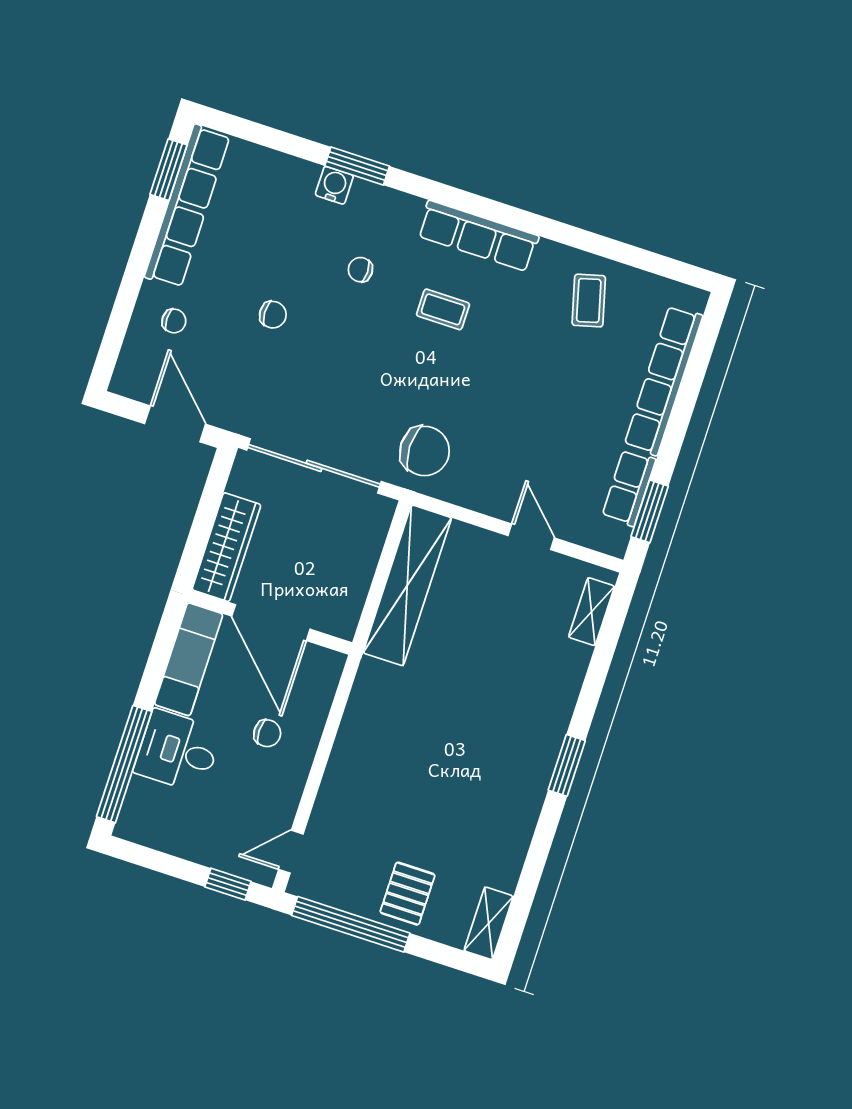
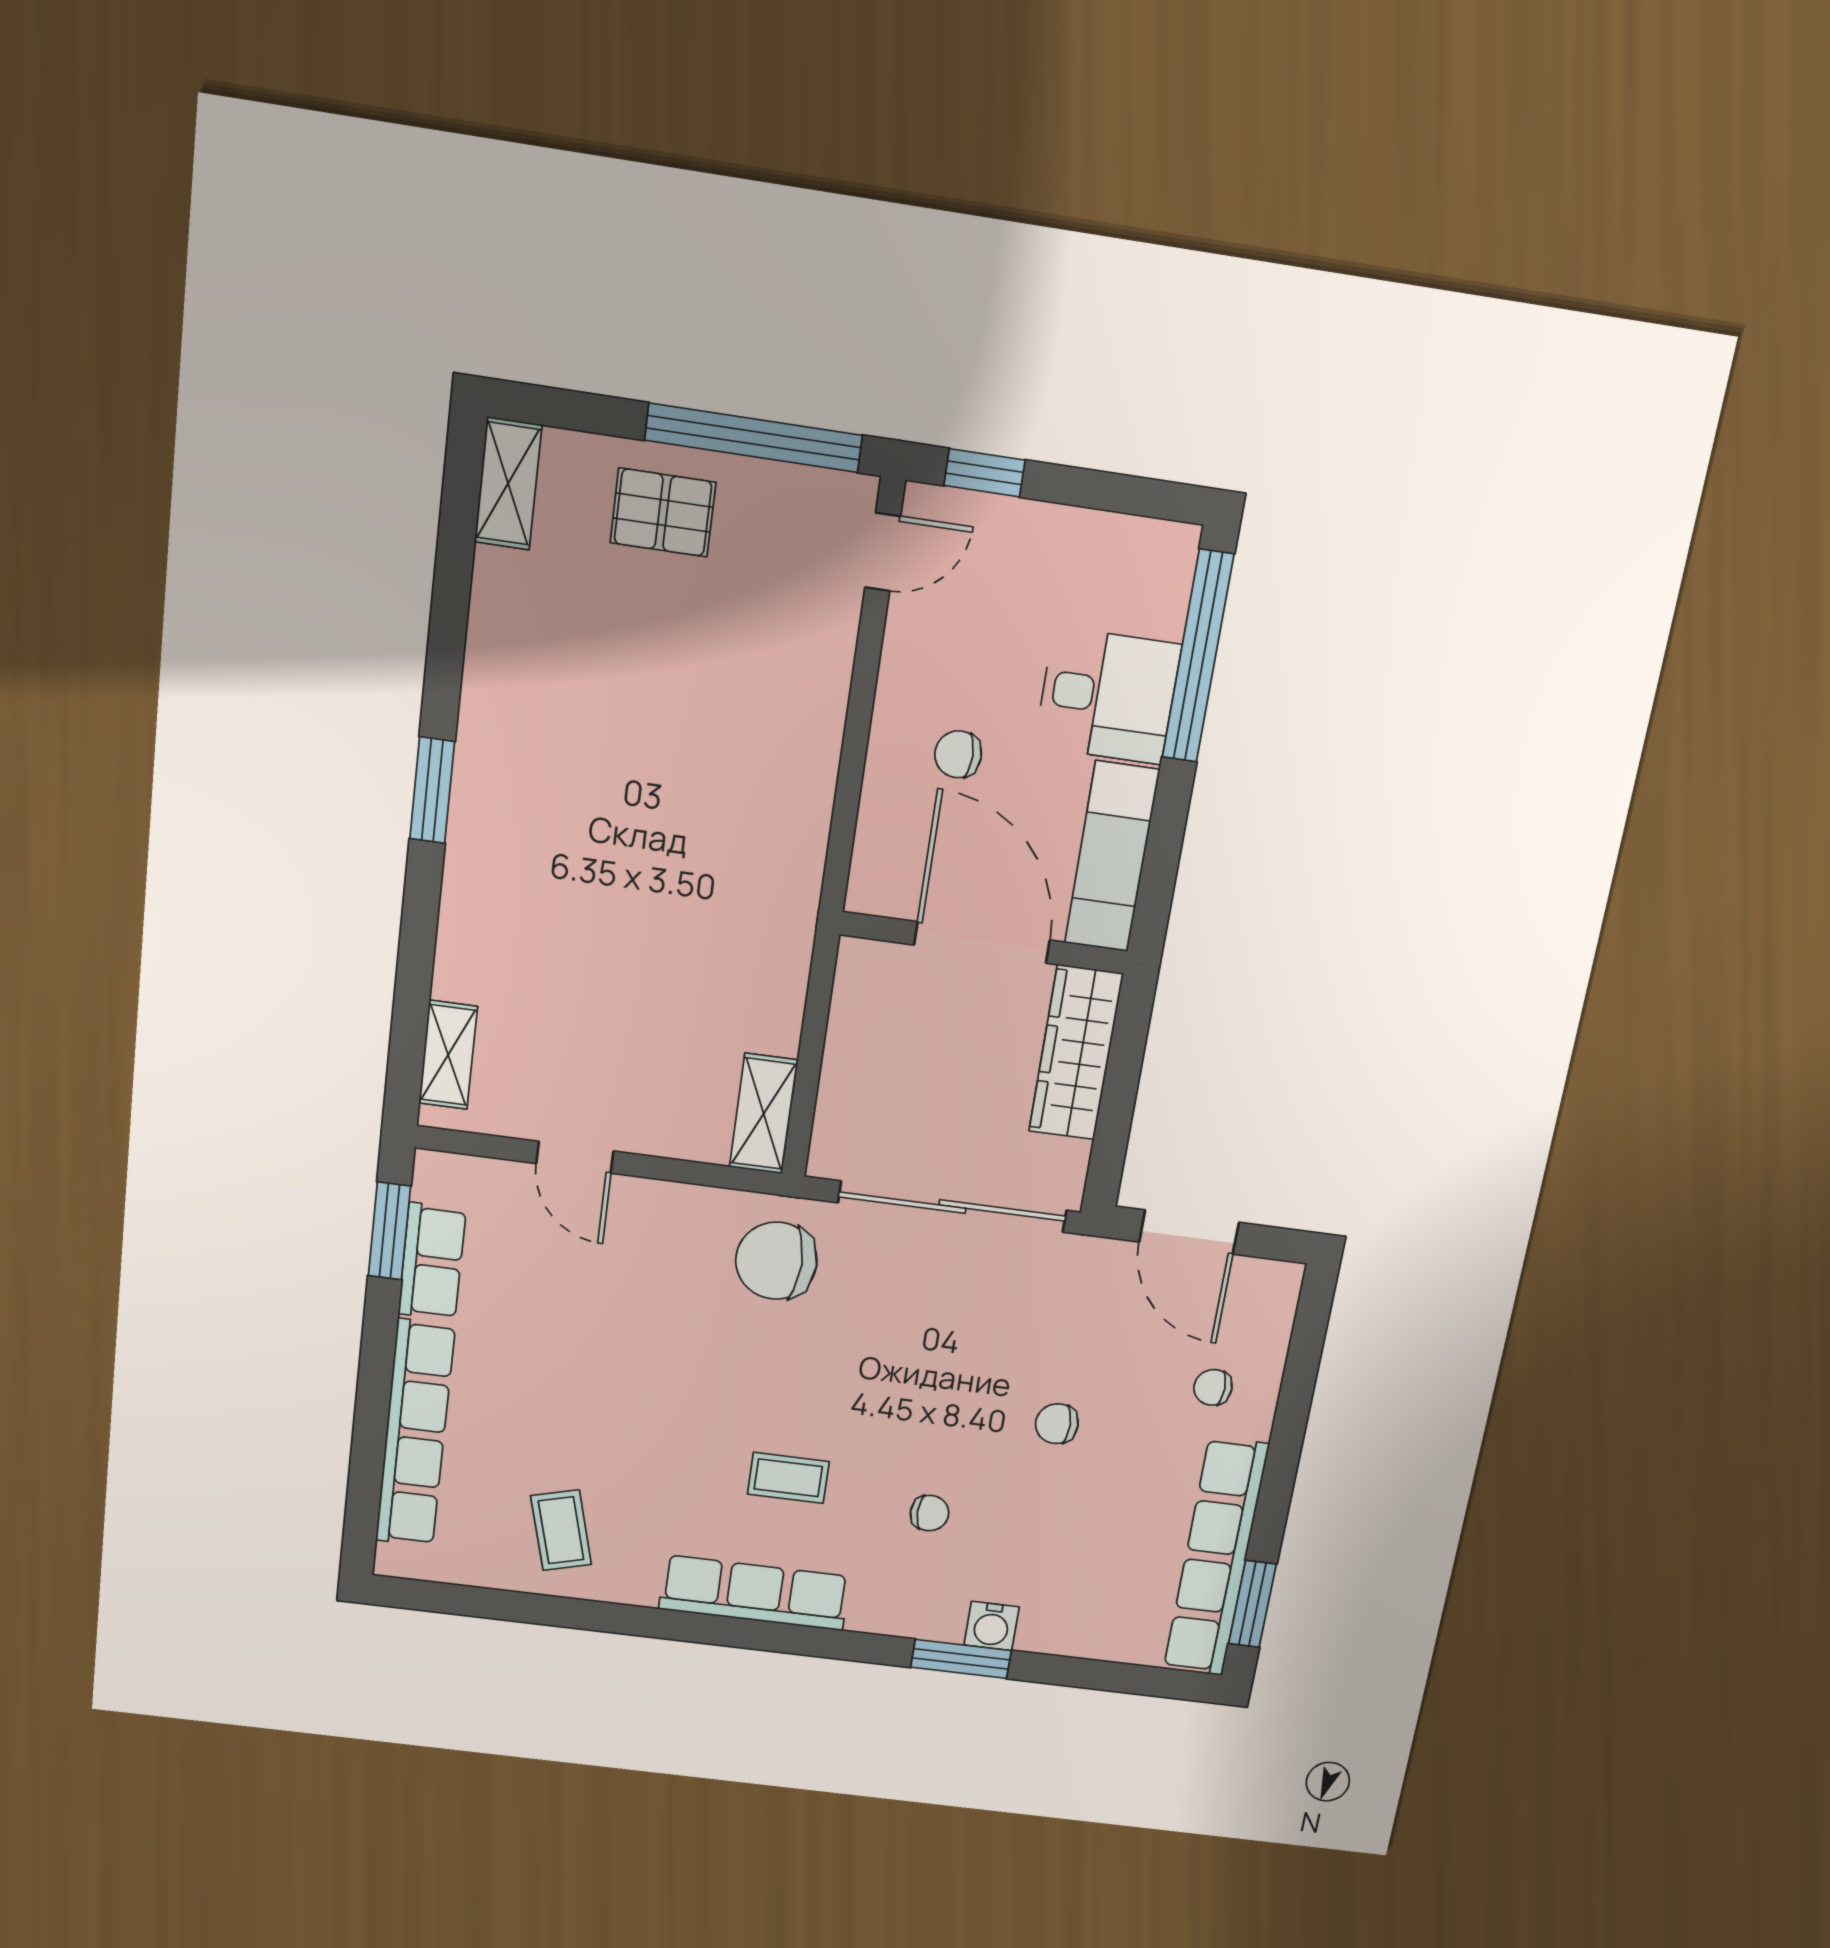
shelving: (407, 585) -> (764, 1114), width x0.45, depth x0.75
pallet: (407, 894) -> (663, 513), turned 90

